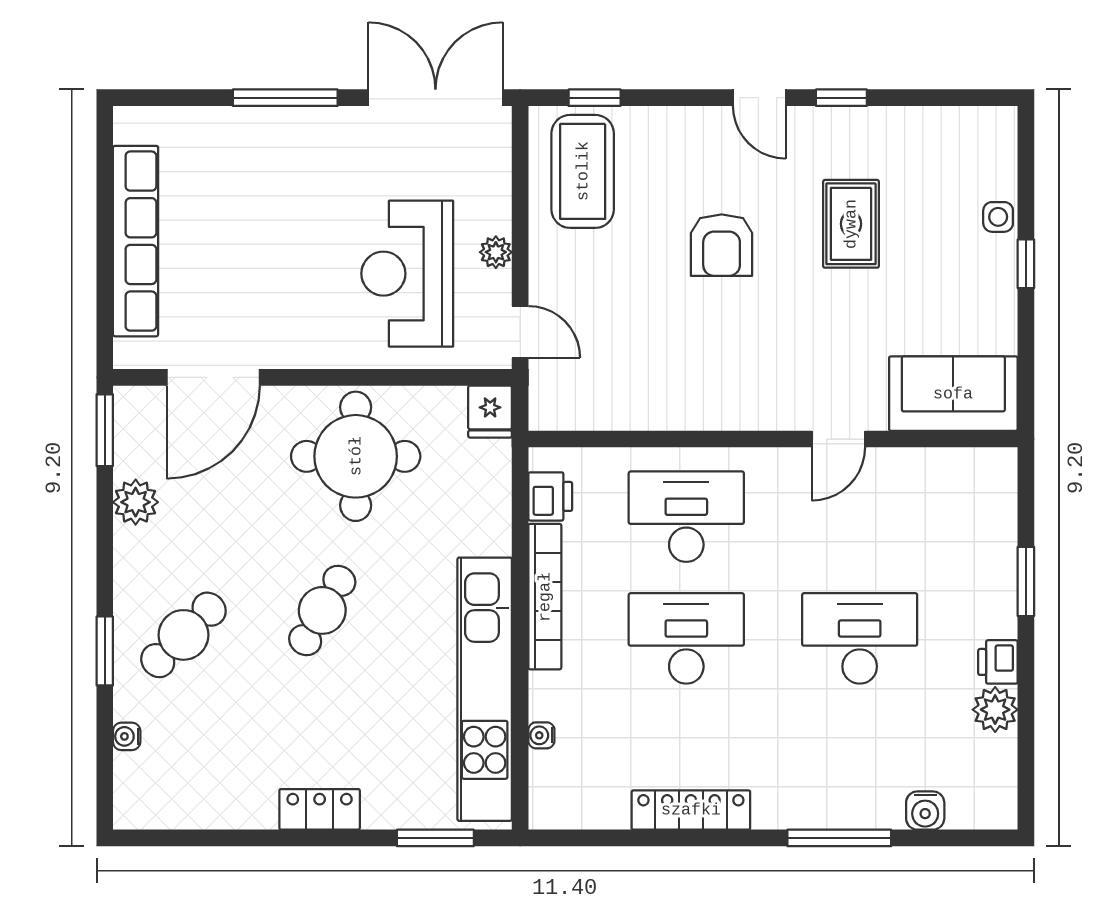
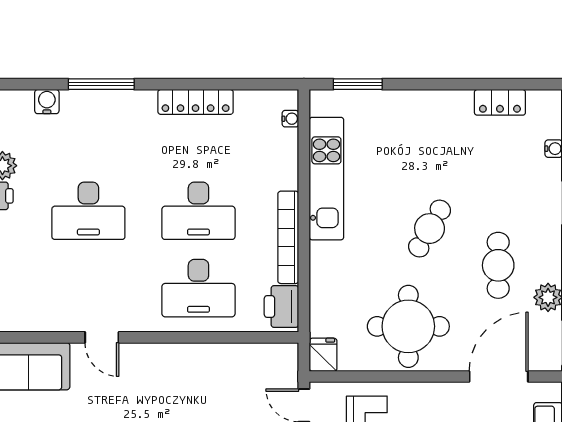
door: (838, 439) -> (102, 337), swing flipped
printer: (550, 496) -> (281, 306), width x1.36, depth x1.24
cafe table: (183, 635) -> (498, 265), moved, turned -45
kitchen unit: (485, 689) -> (326, 179), width x0.73
water cooler: (541, 735) -> (290, 119), moved
locker: (320, 809) -> (500, 102), moved

